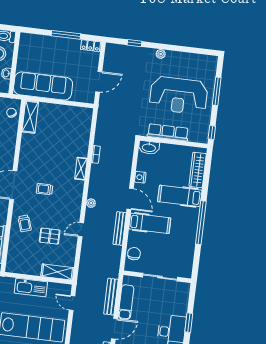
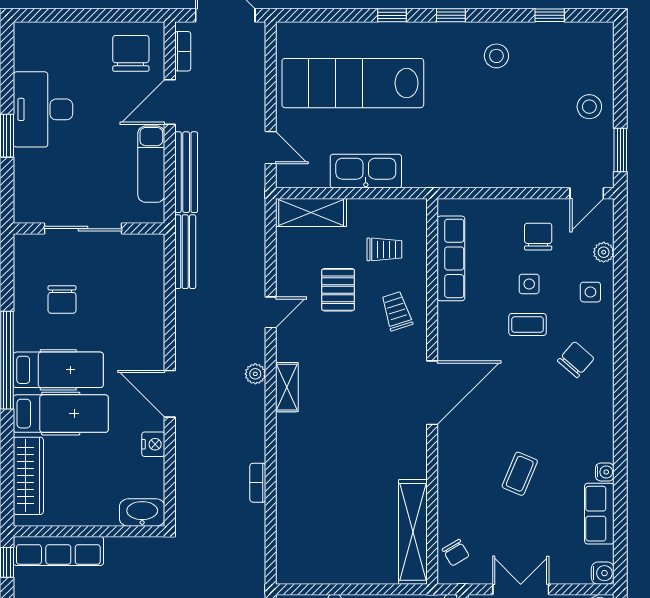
shelving: (30, 117) -> (413, 532), width x1.47
row of seats: (168, 132) -> (58, 551), moved
shelving: (81, 169) -> (287, 387), moved
trolley: (44, 189) -> (384, 249), moved
hospital bed: (150, 223) -> (58, 370), moved, turned 180
bench: (120, 229) -> (185, 252), moved
pallet: (50, 236) -> (338, 290), turned 90
chair: (134, 254) -> (62, 300), moved

